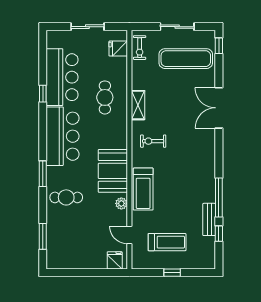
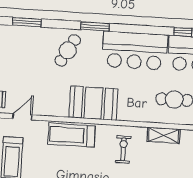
cafe table: (66, 197) -> (68, 50), turned 30
plant: (121, 203) -> (57, 110), removed

